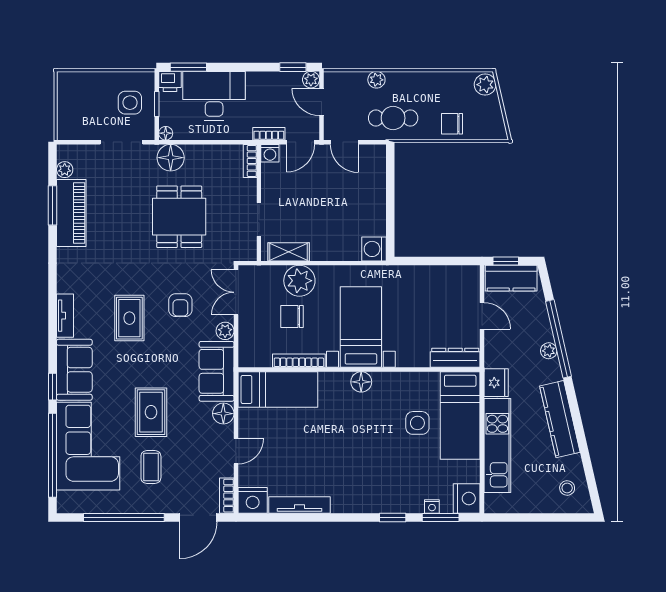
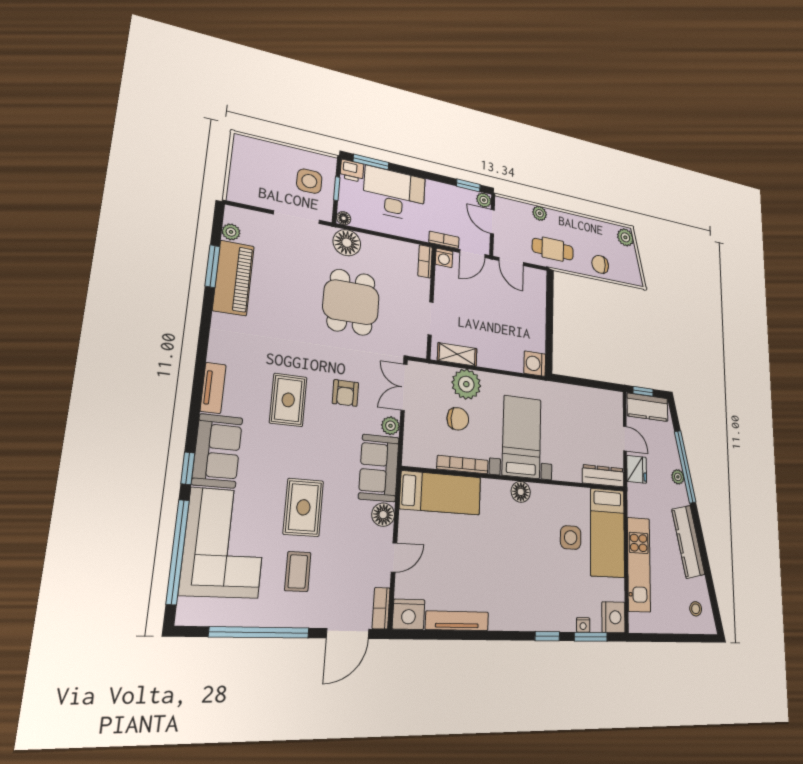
chair: (292, 317) -> (458, 419), turned 180
fridge: (496, 383) -> (637, 469), moved

